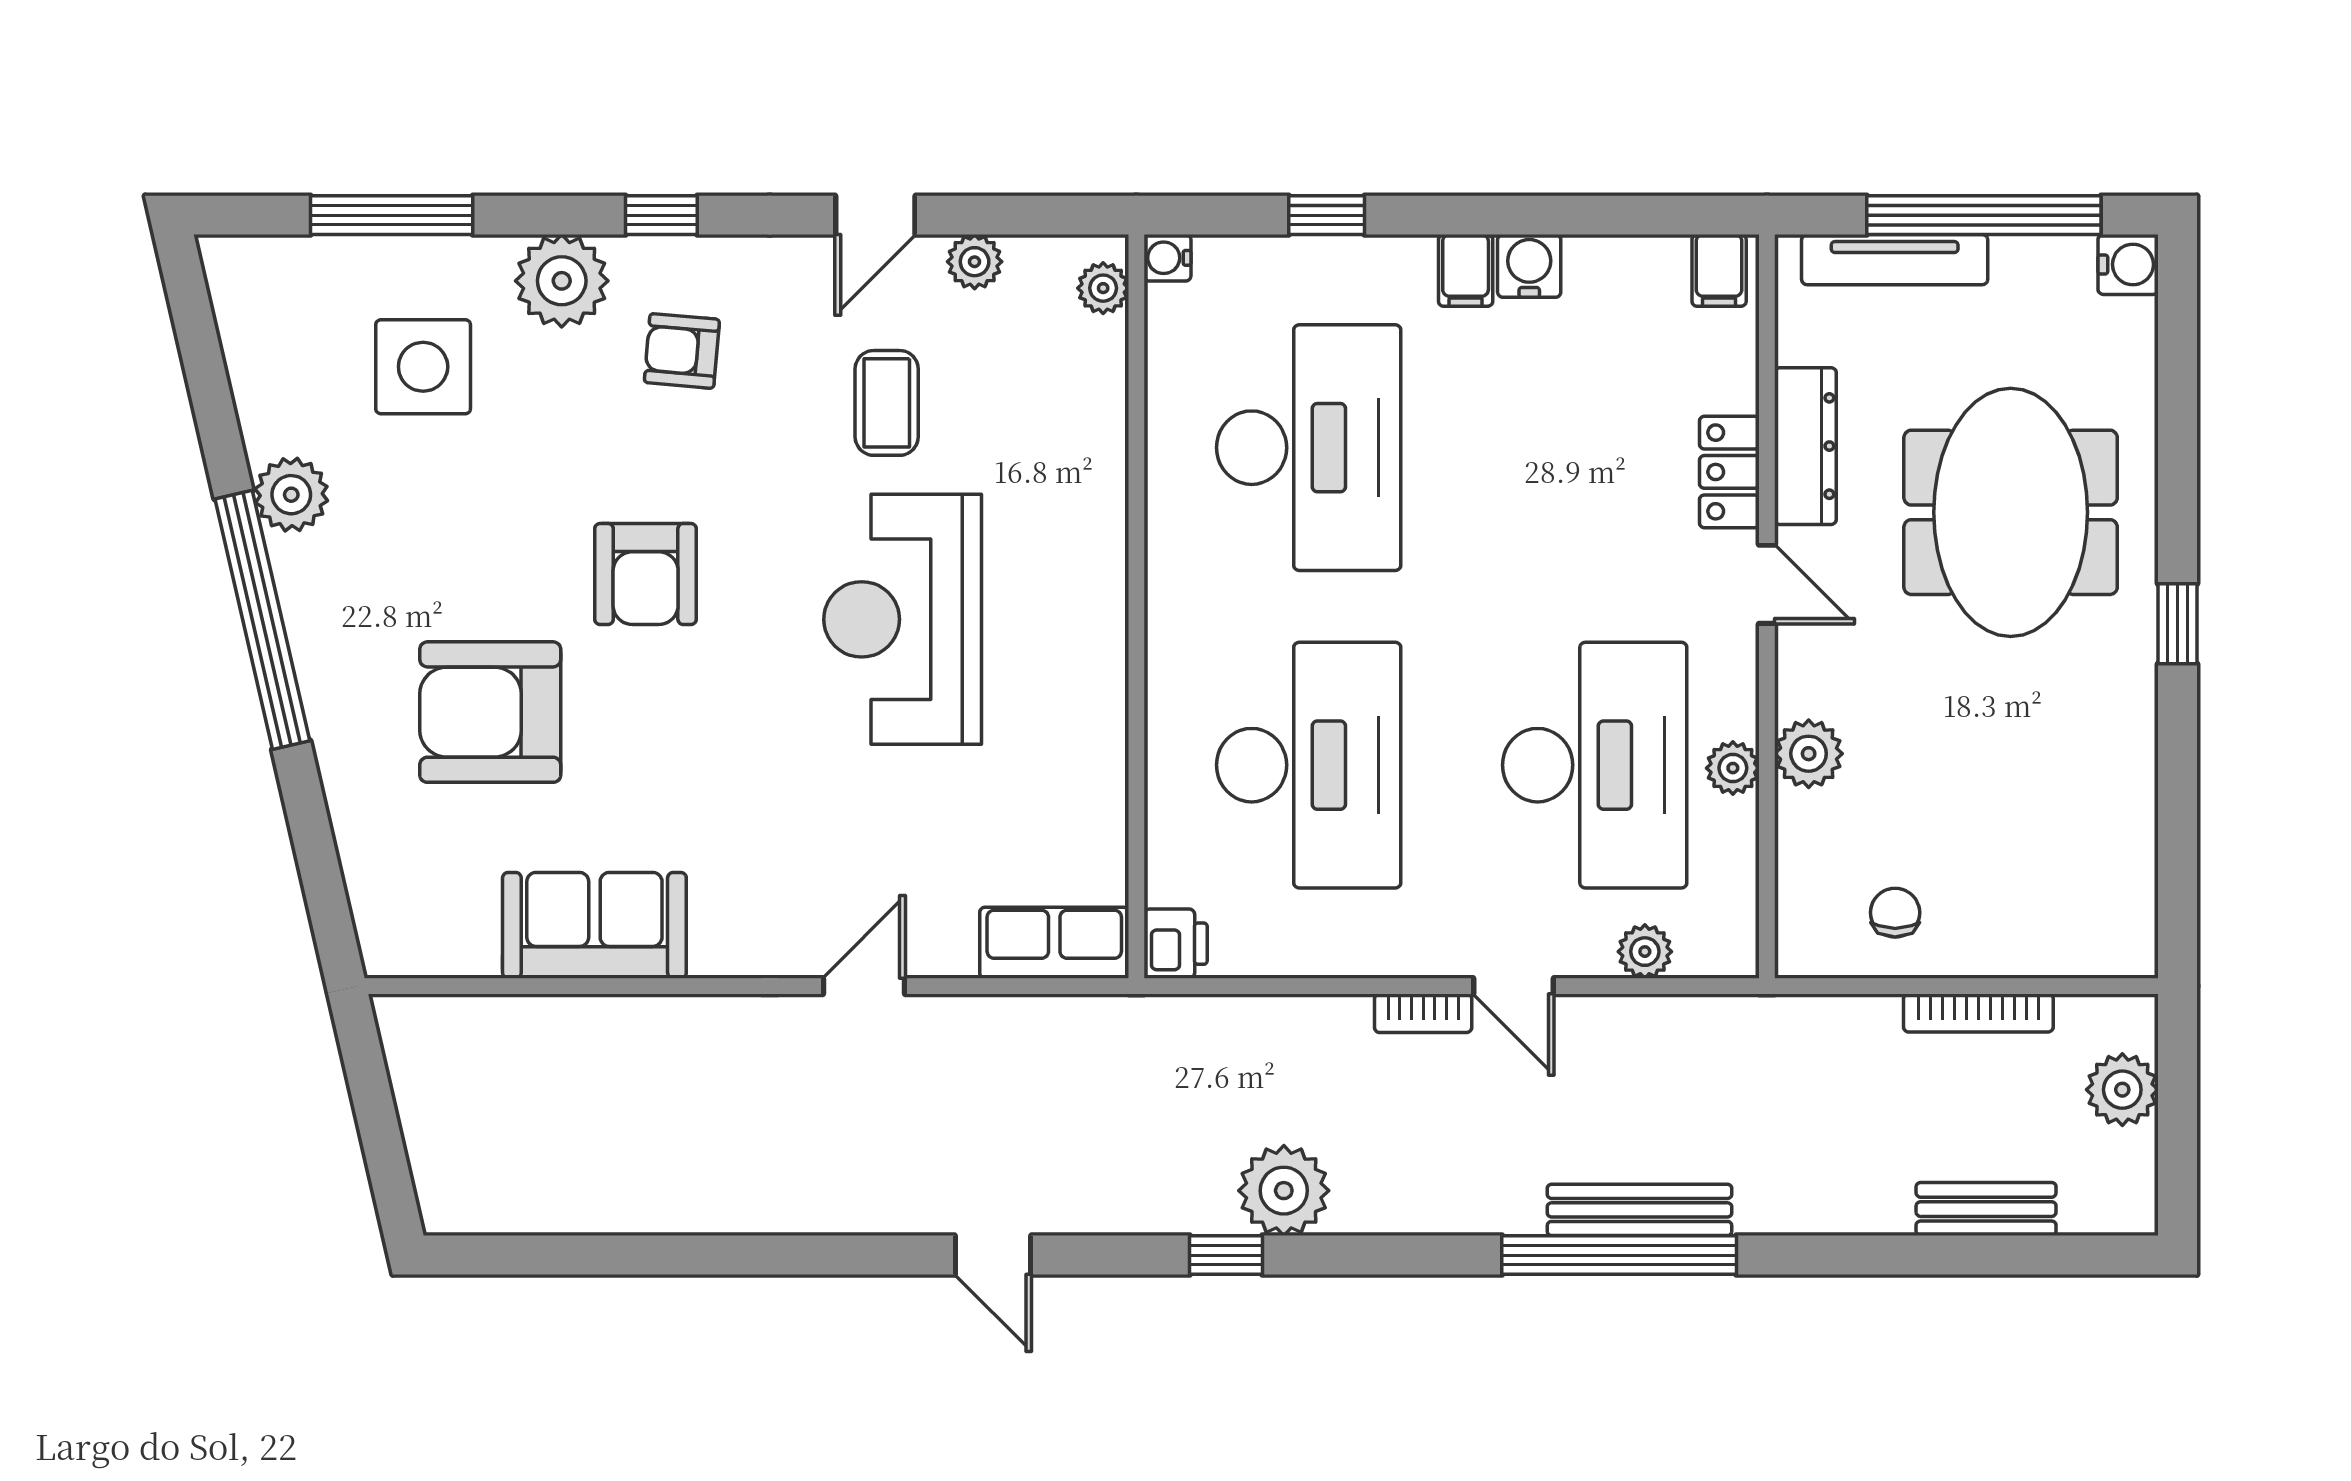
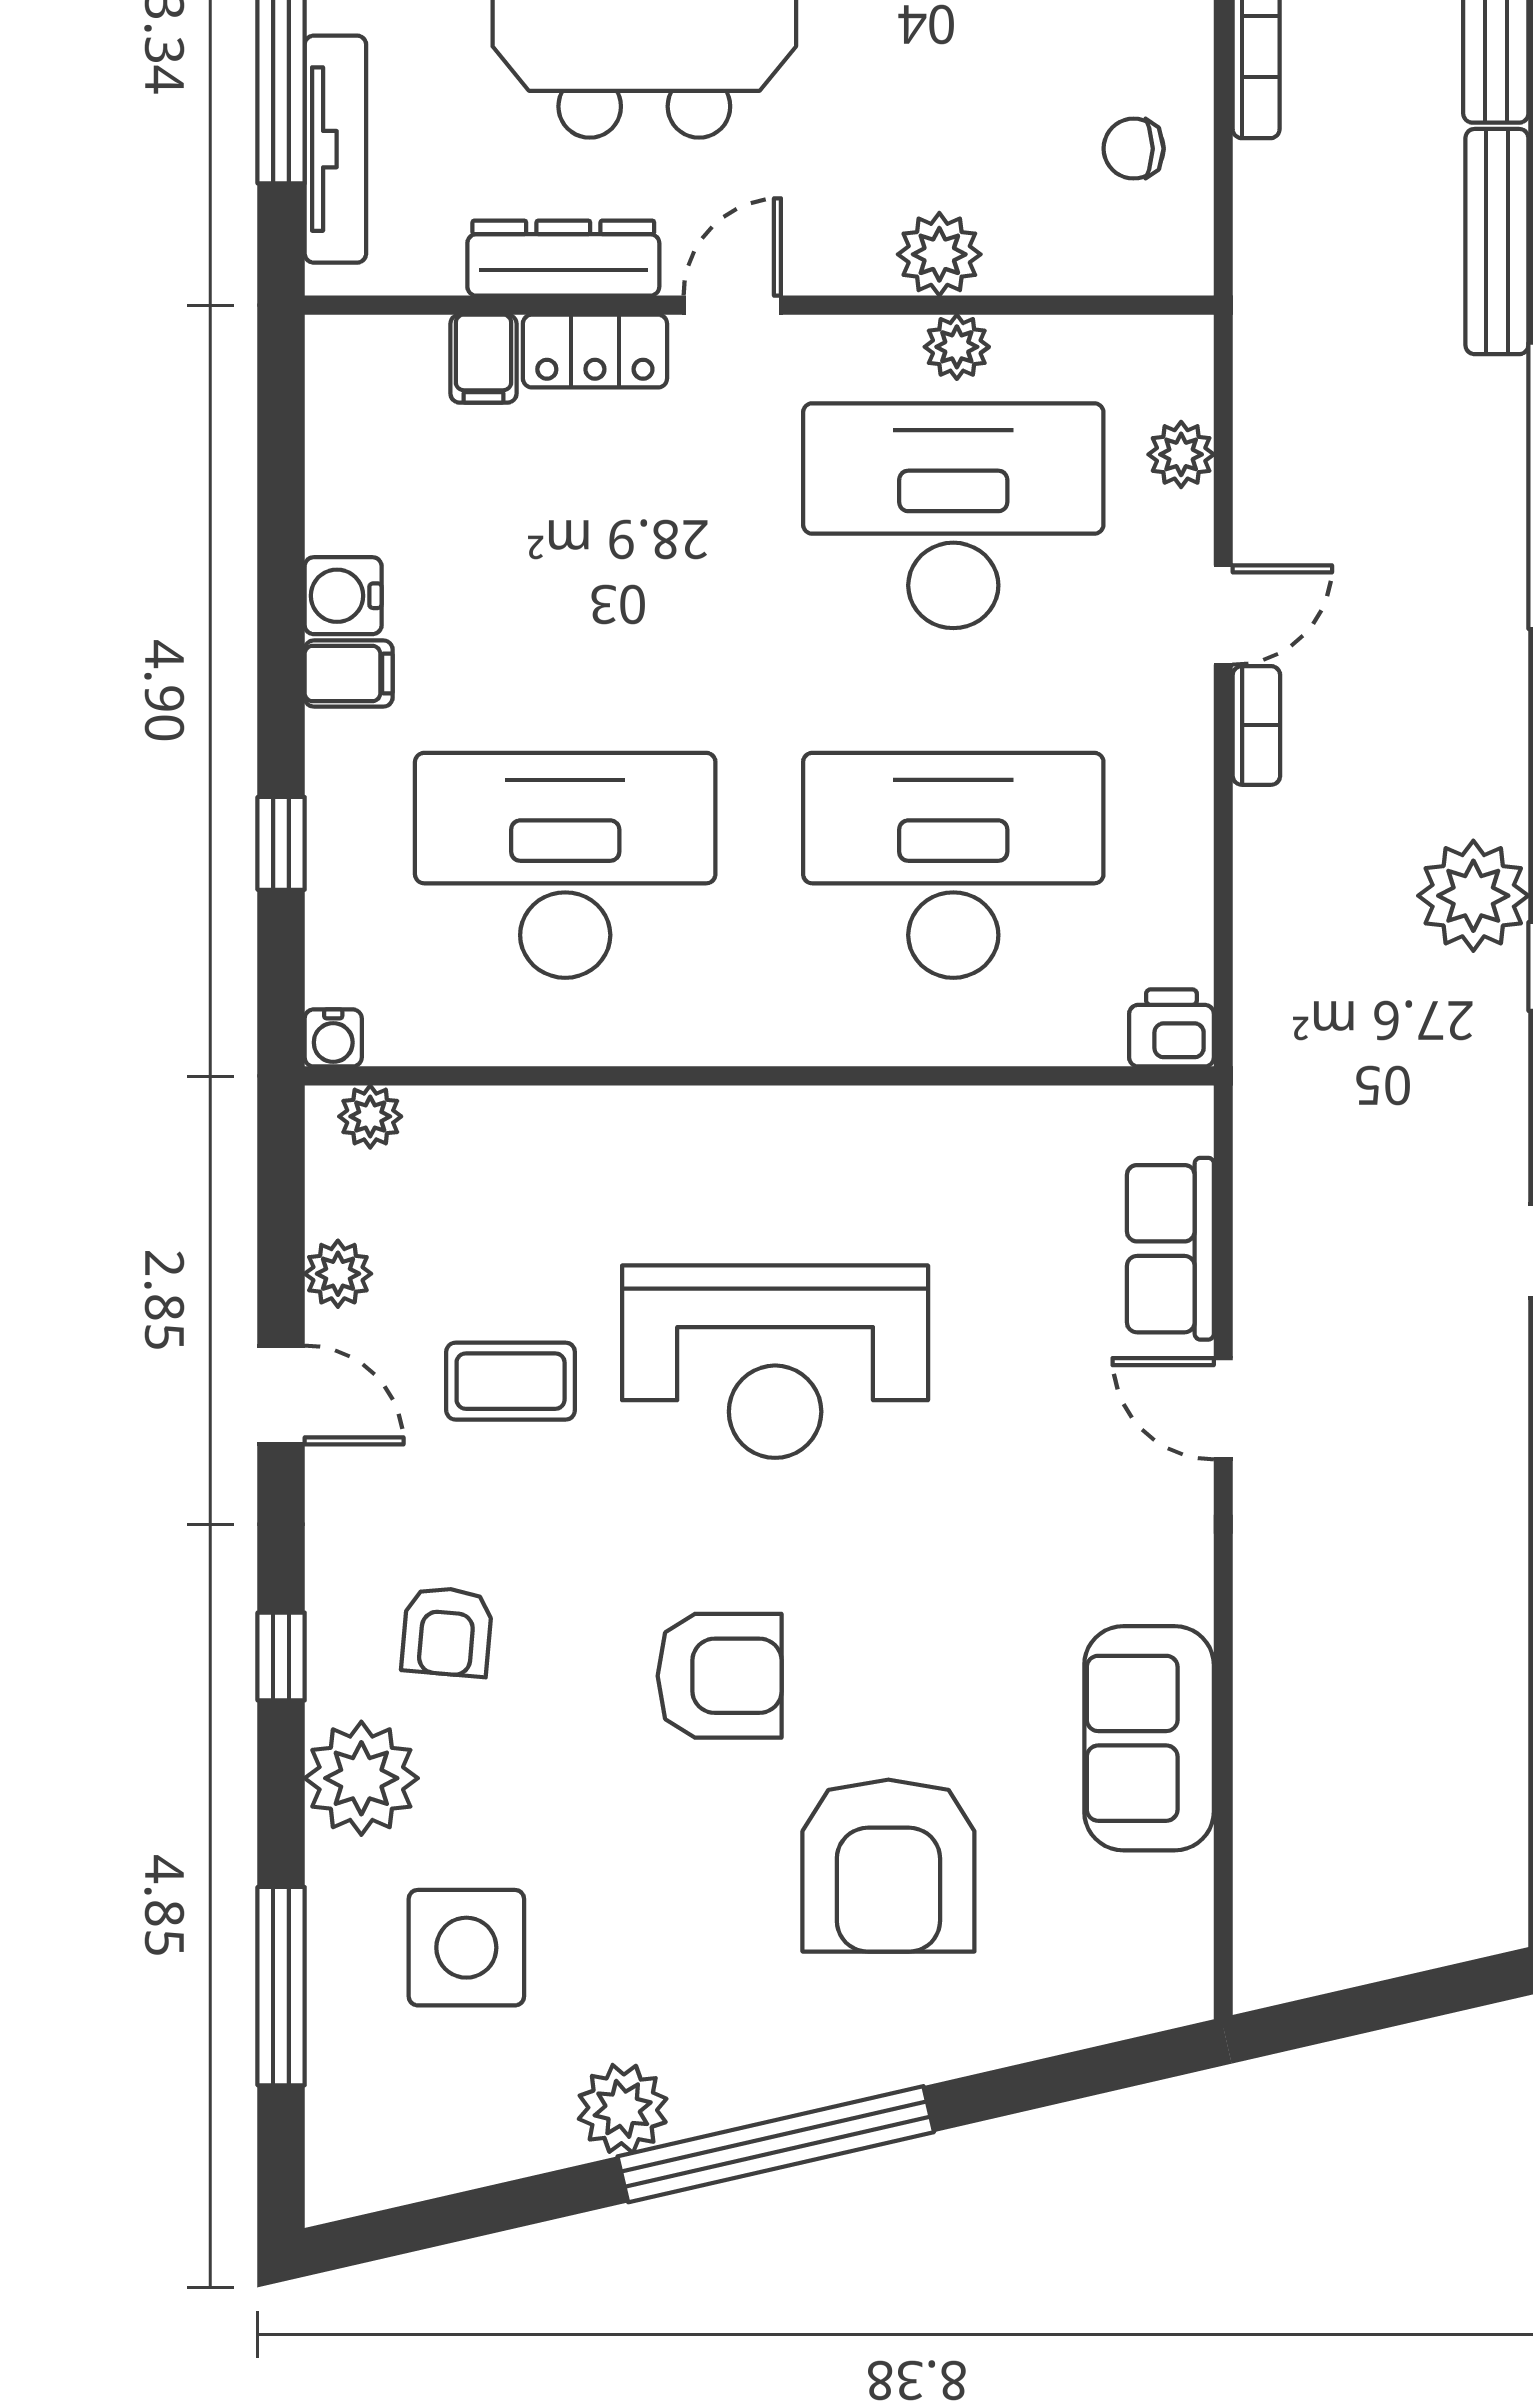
filing cabinet: (1719, 270) -> (483, 359), moved, turned 90
row of seats: (1054, 943) -> (1170, 1249), moved
bench: (1640, 1210) -> (1497, 242), moved

